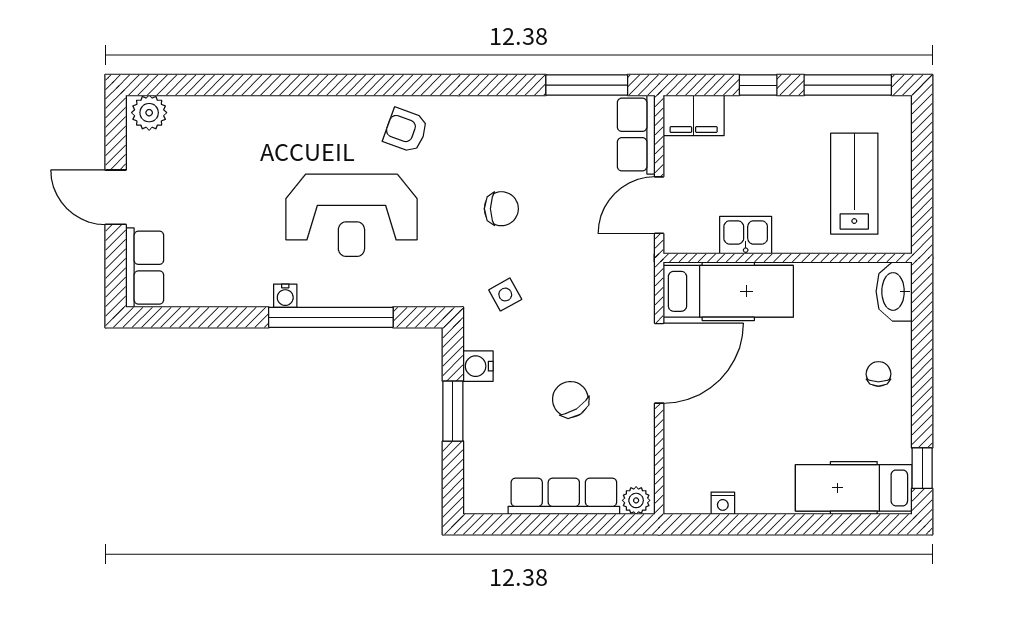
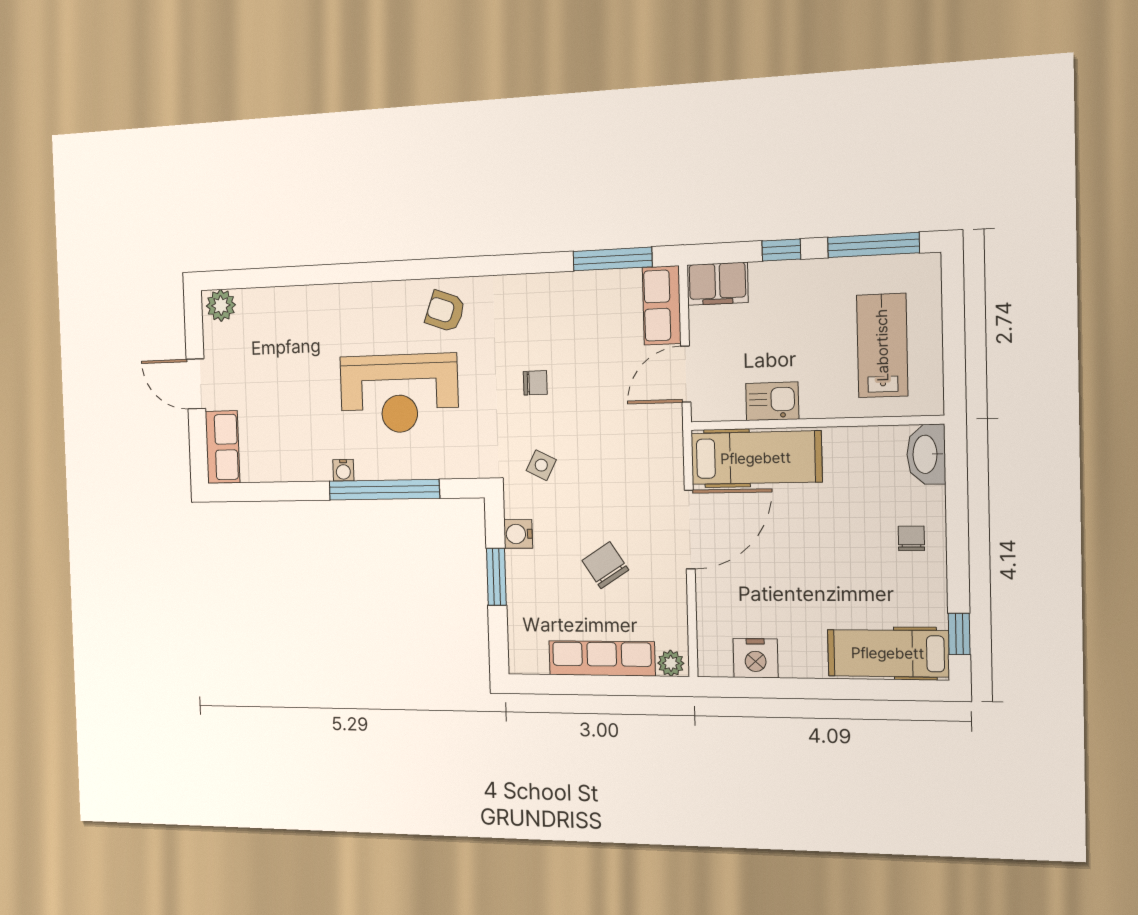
chair: (501, 209) -> (535, 383), width x0.73, depth x0.73
side table: (505, 295) -> (541, 465), turned -34
nightstand: (723, 503) -> (756, 658), width x1.89, depth x1.79

